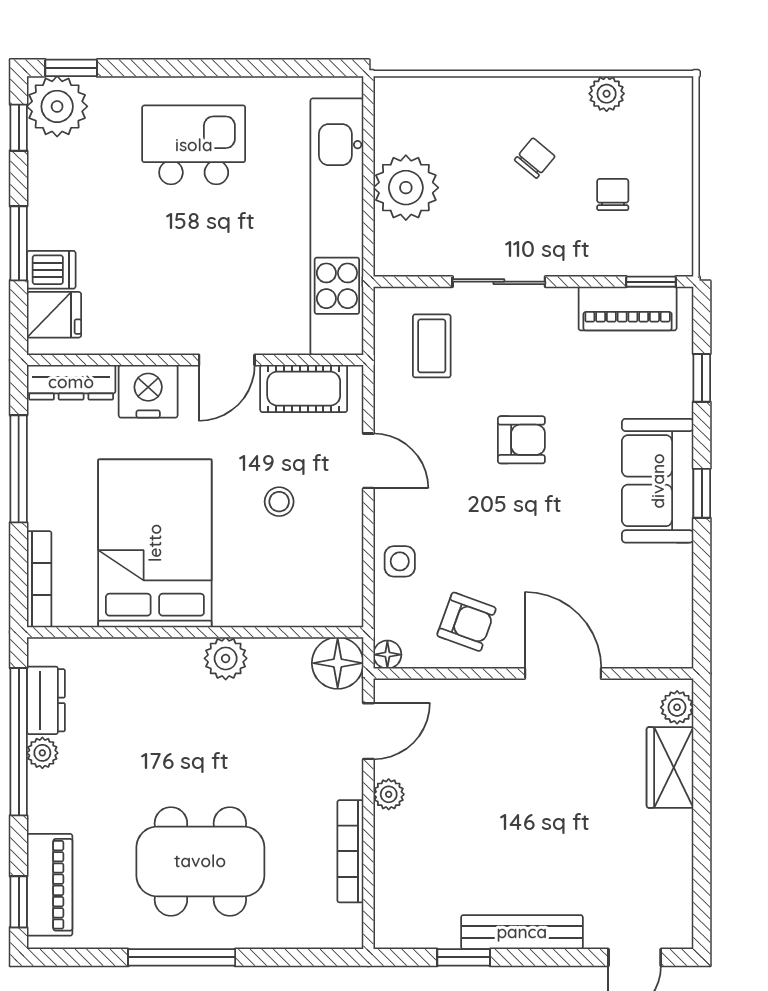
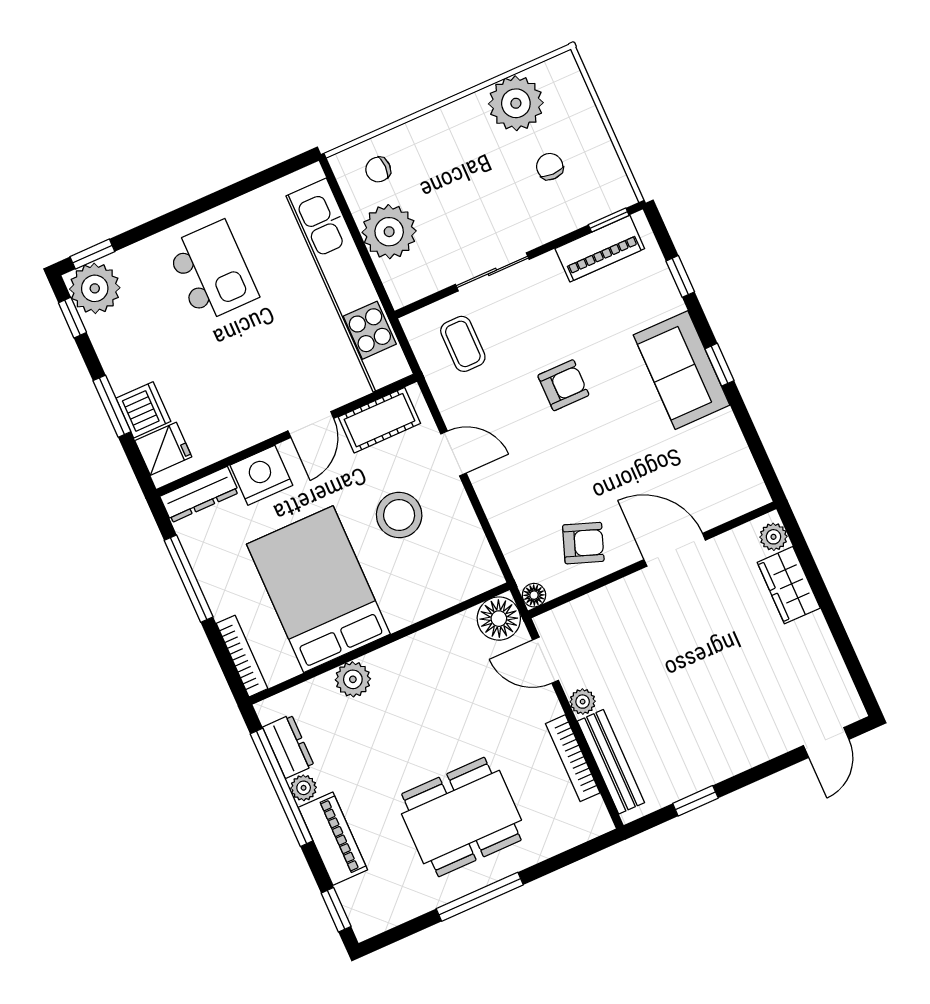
plant: (607, 94) -> (516, 103), width x1.87, depth x1.87
kitchen island: (194, 145) -> (212, 271), turned 90
chair: (535, 158) -> (378, 170), moved, turned -130
dishwasher: (51, 270) -> (143, 410), width x1.38
stool: (279, 502) -> (399, 515), width x1.89, depth x1.89
side table: (400, 561) -> (512, 520), removed
plant: (226, 658) -> (353, 679), moved
door: (368, 731) -> (546, 660), swing flipped
piano: (50, 885) -> (333, 839), moved
bench: (522, 932) -> (611, 762), moved, turned 90

